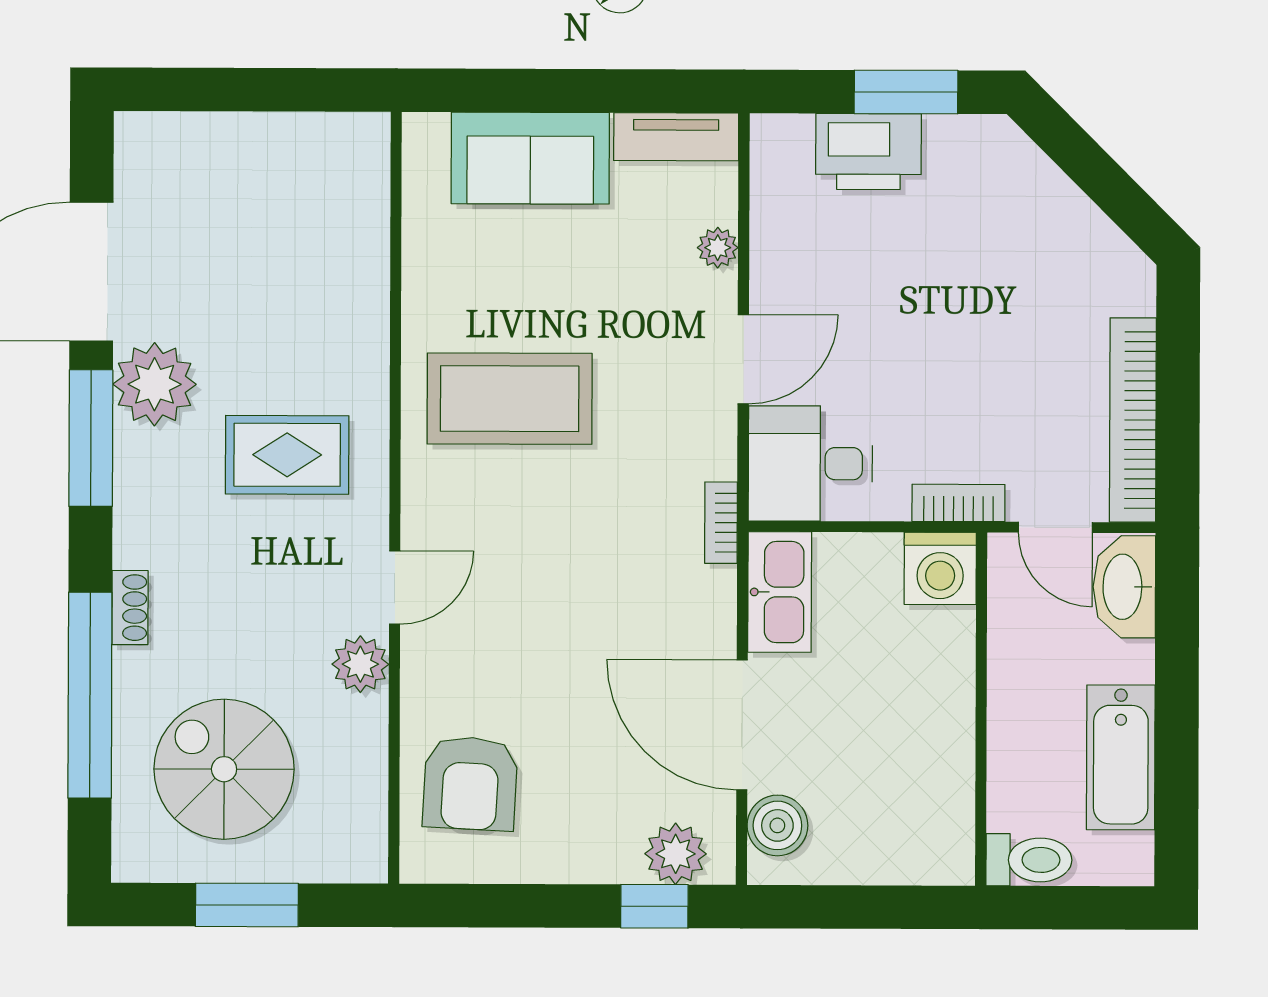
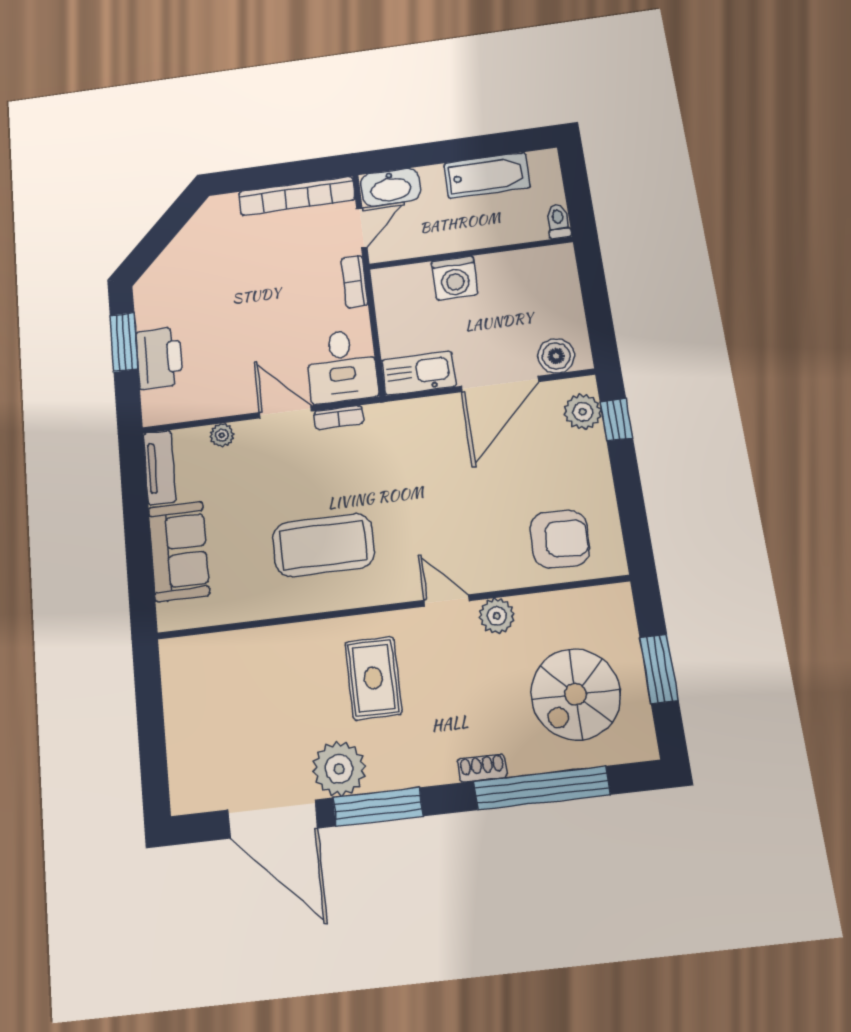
coffee table: (510, 399) -> (323, 545), turned 90
bookcase: (721, 523) -> (339, 418), moved
washing machine: (940, 568) -> (455, 278), moved, turned 90
toilet: (1029, 860) -> (558, 221), width x0.73, depth x0.72

